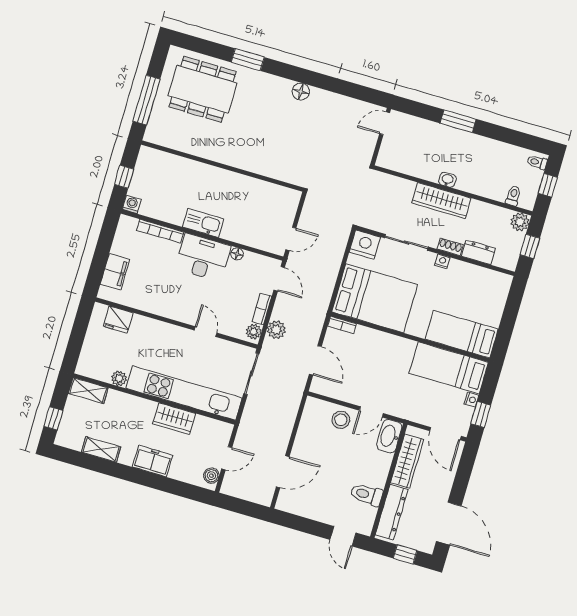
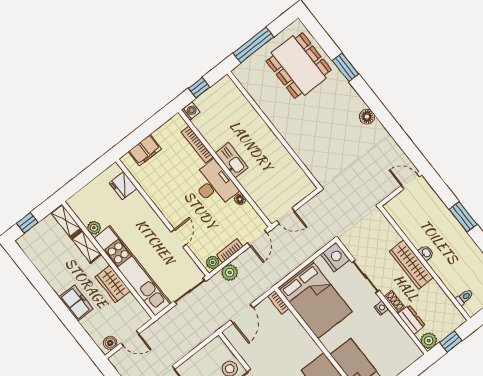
plant: (520, 222) -> (429, 341), moved
shelving: (101, 449) -> (86, 247), moved

